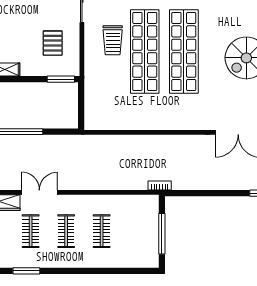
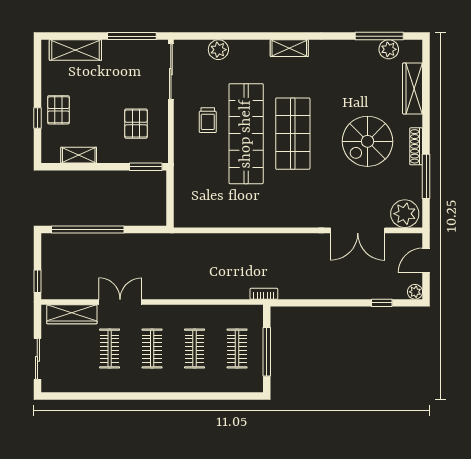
trolley: (113, 40) -> (208, 120), width x0.73, depth x0.72
shop shelf: (184, 52) -> (293, 134), width x0.71
clothes rail: (137, 231) -> (237, 349), added
window: (26, 271) -> (104, 396), removed

